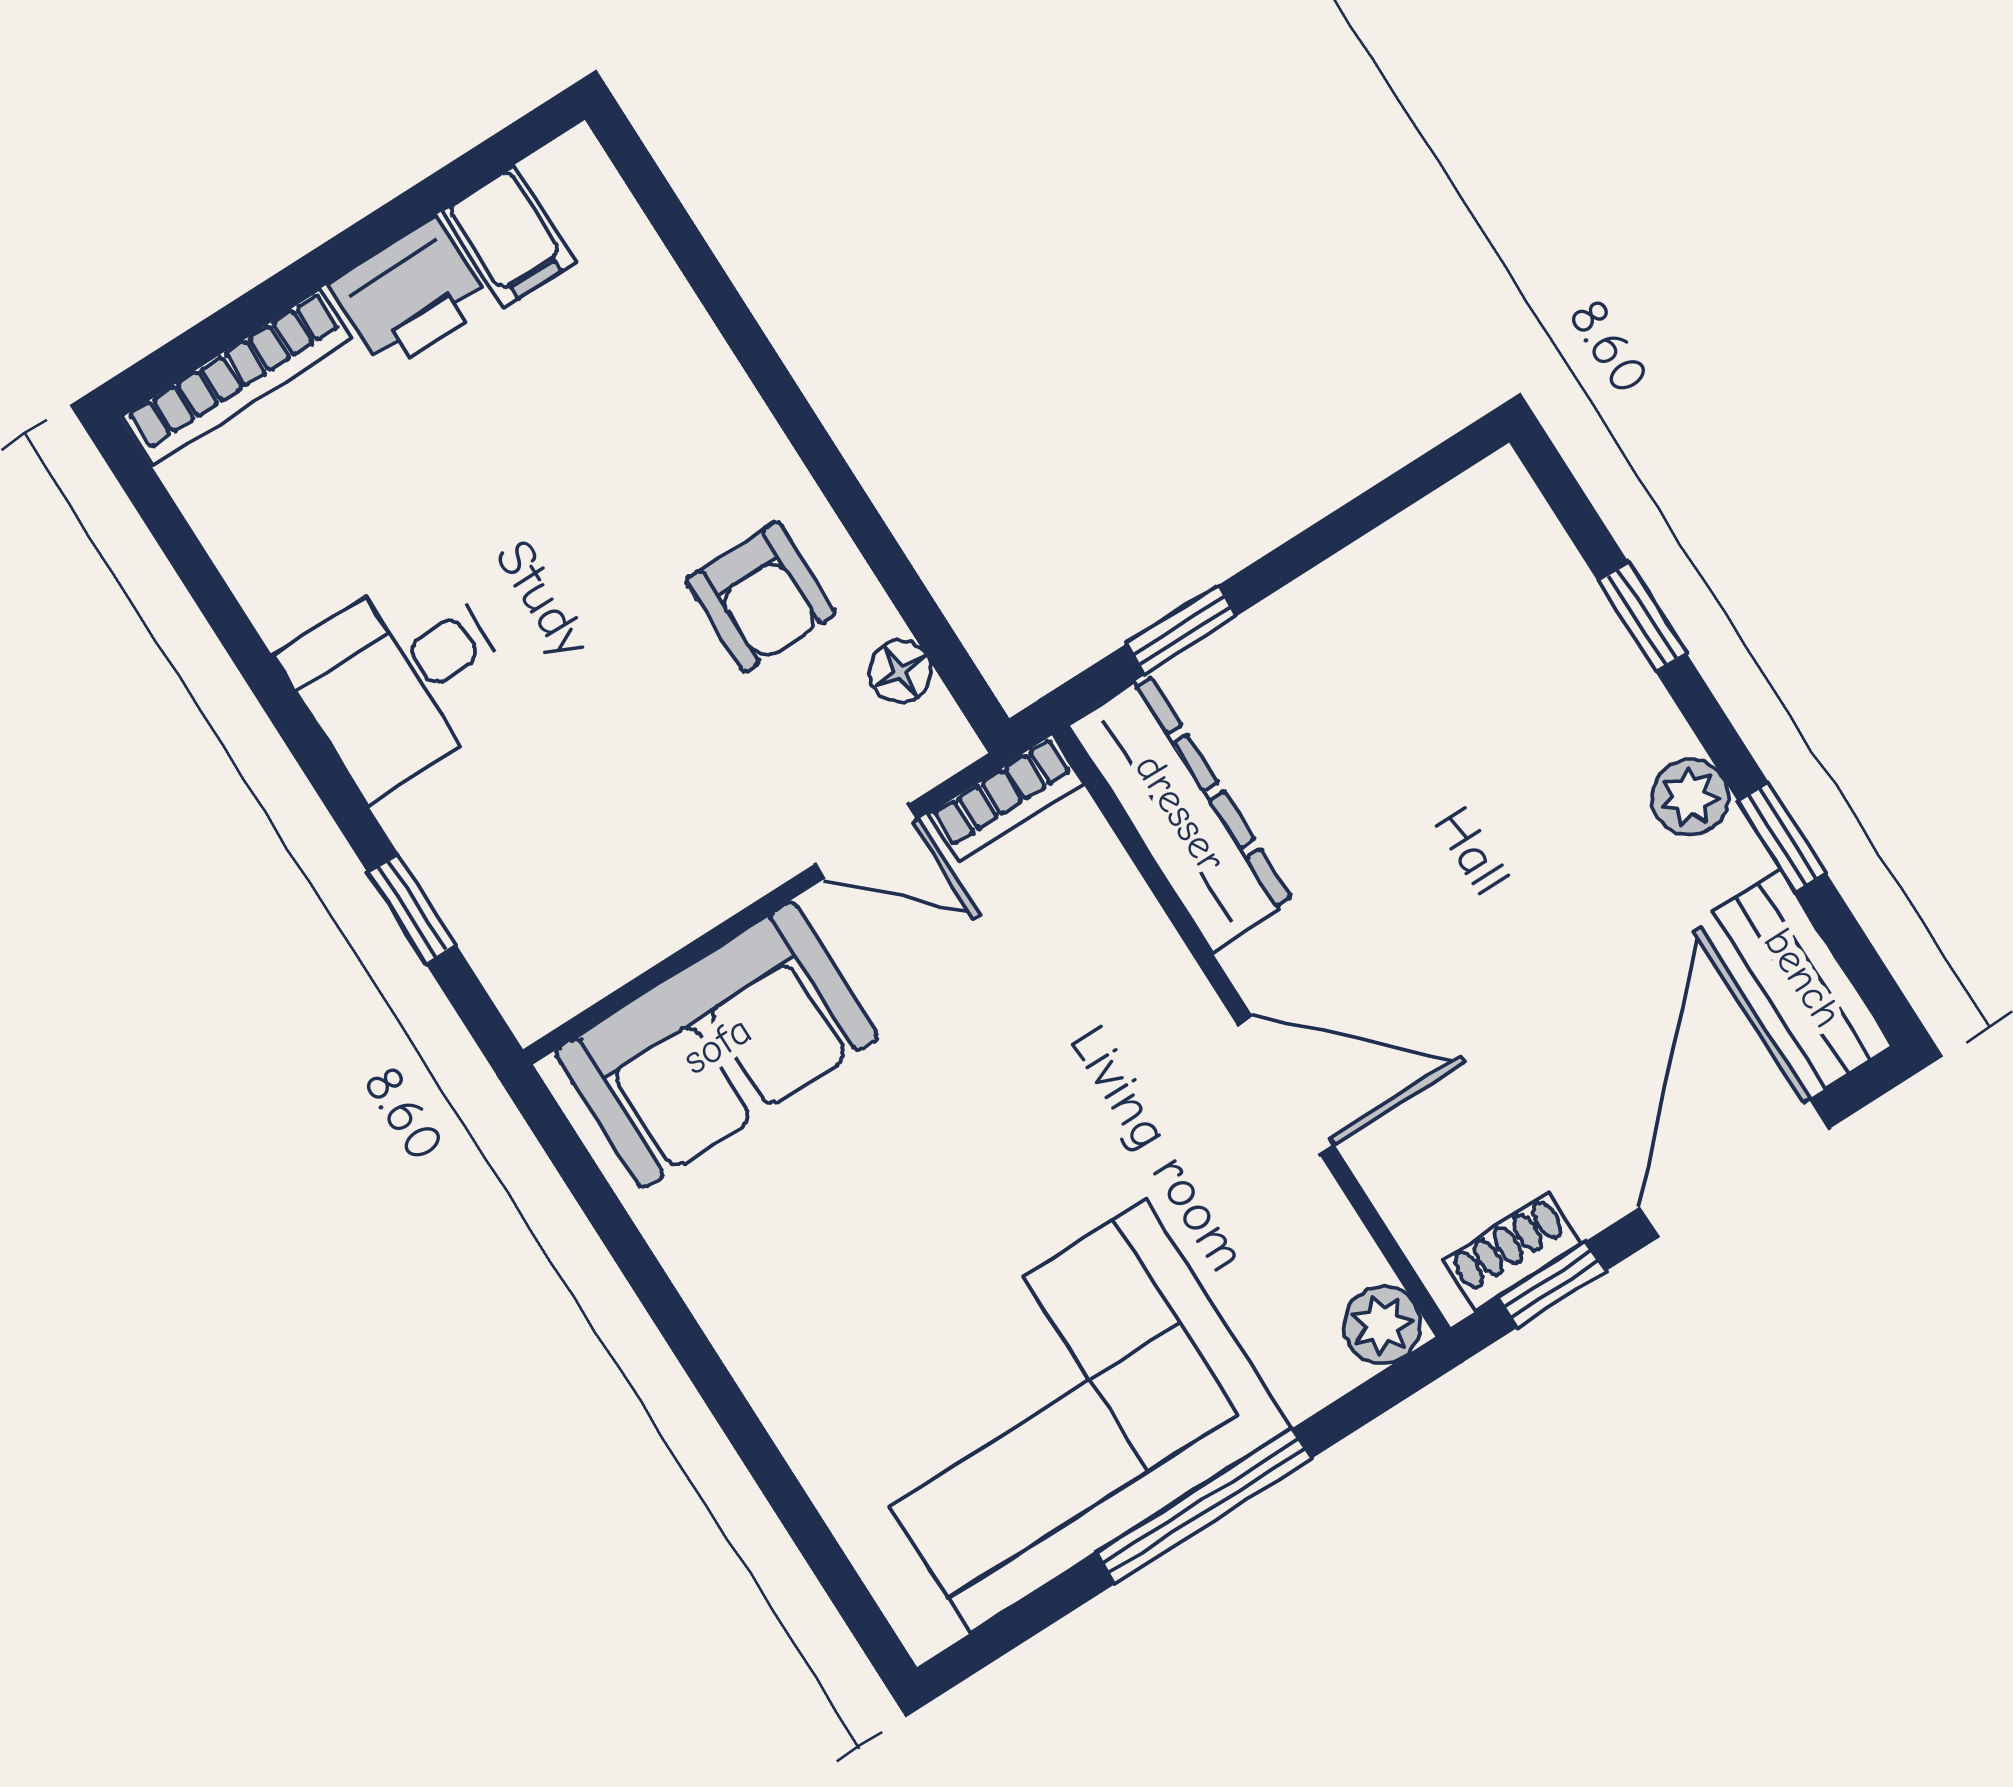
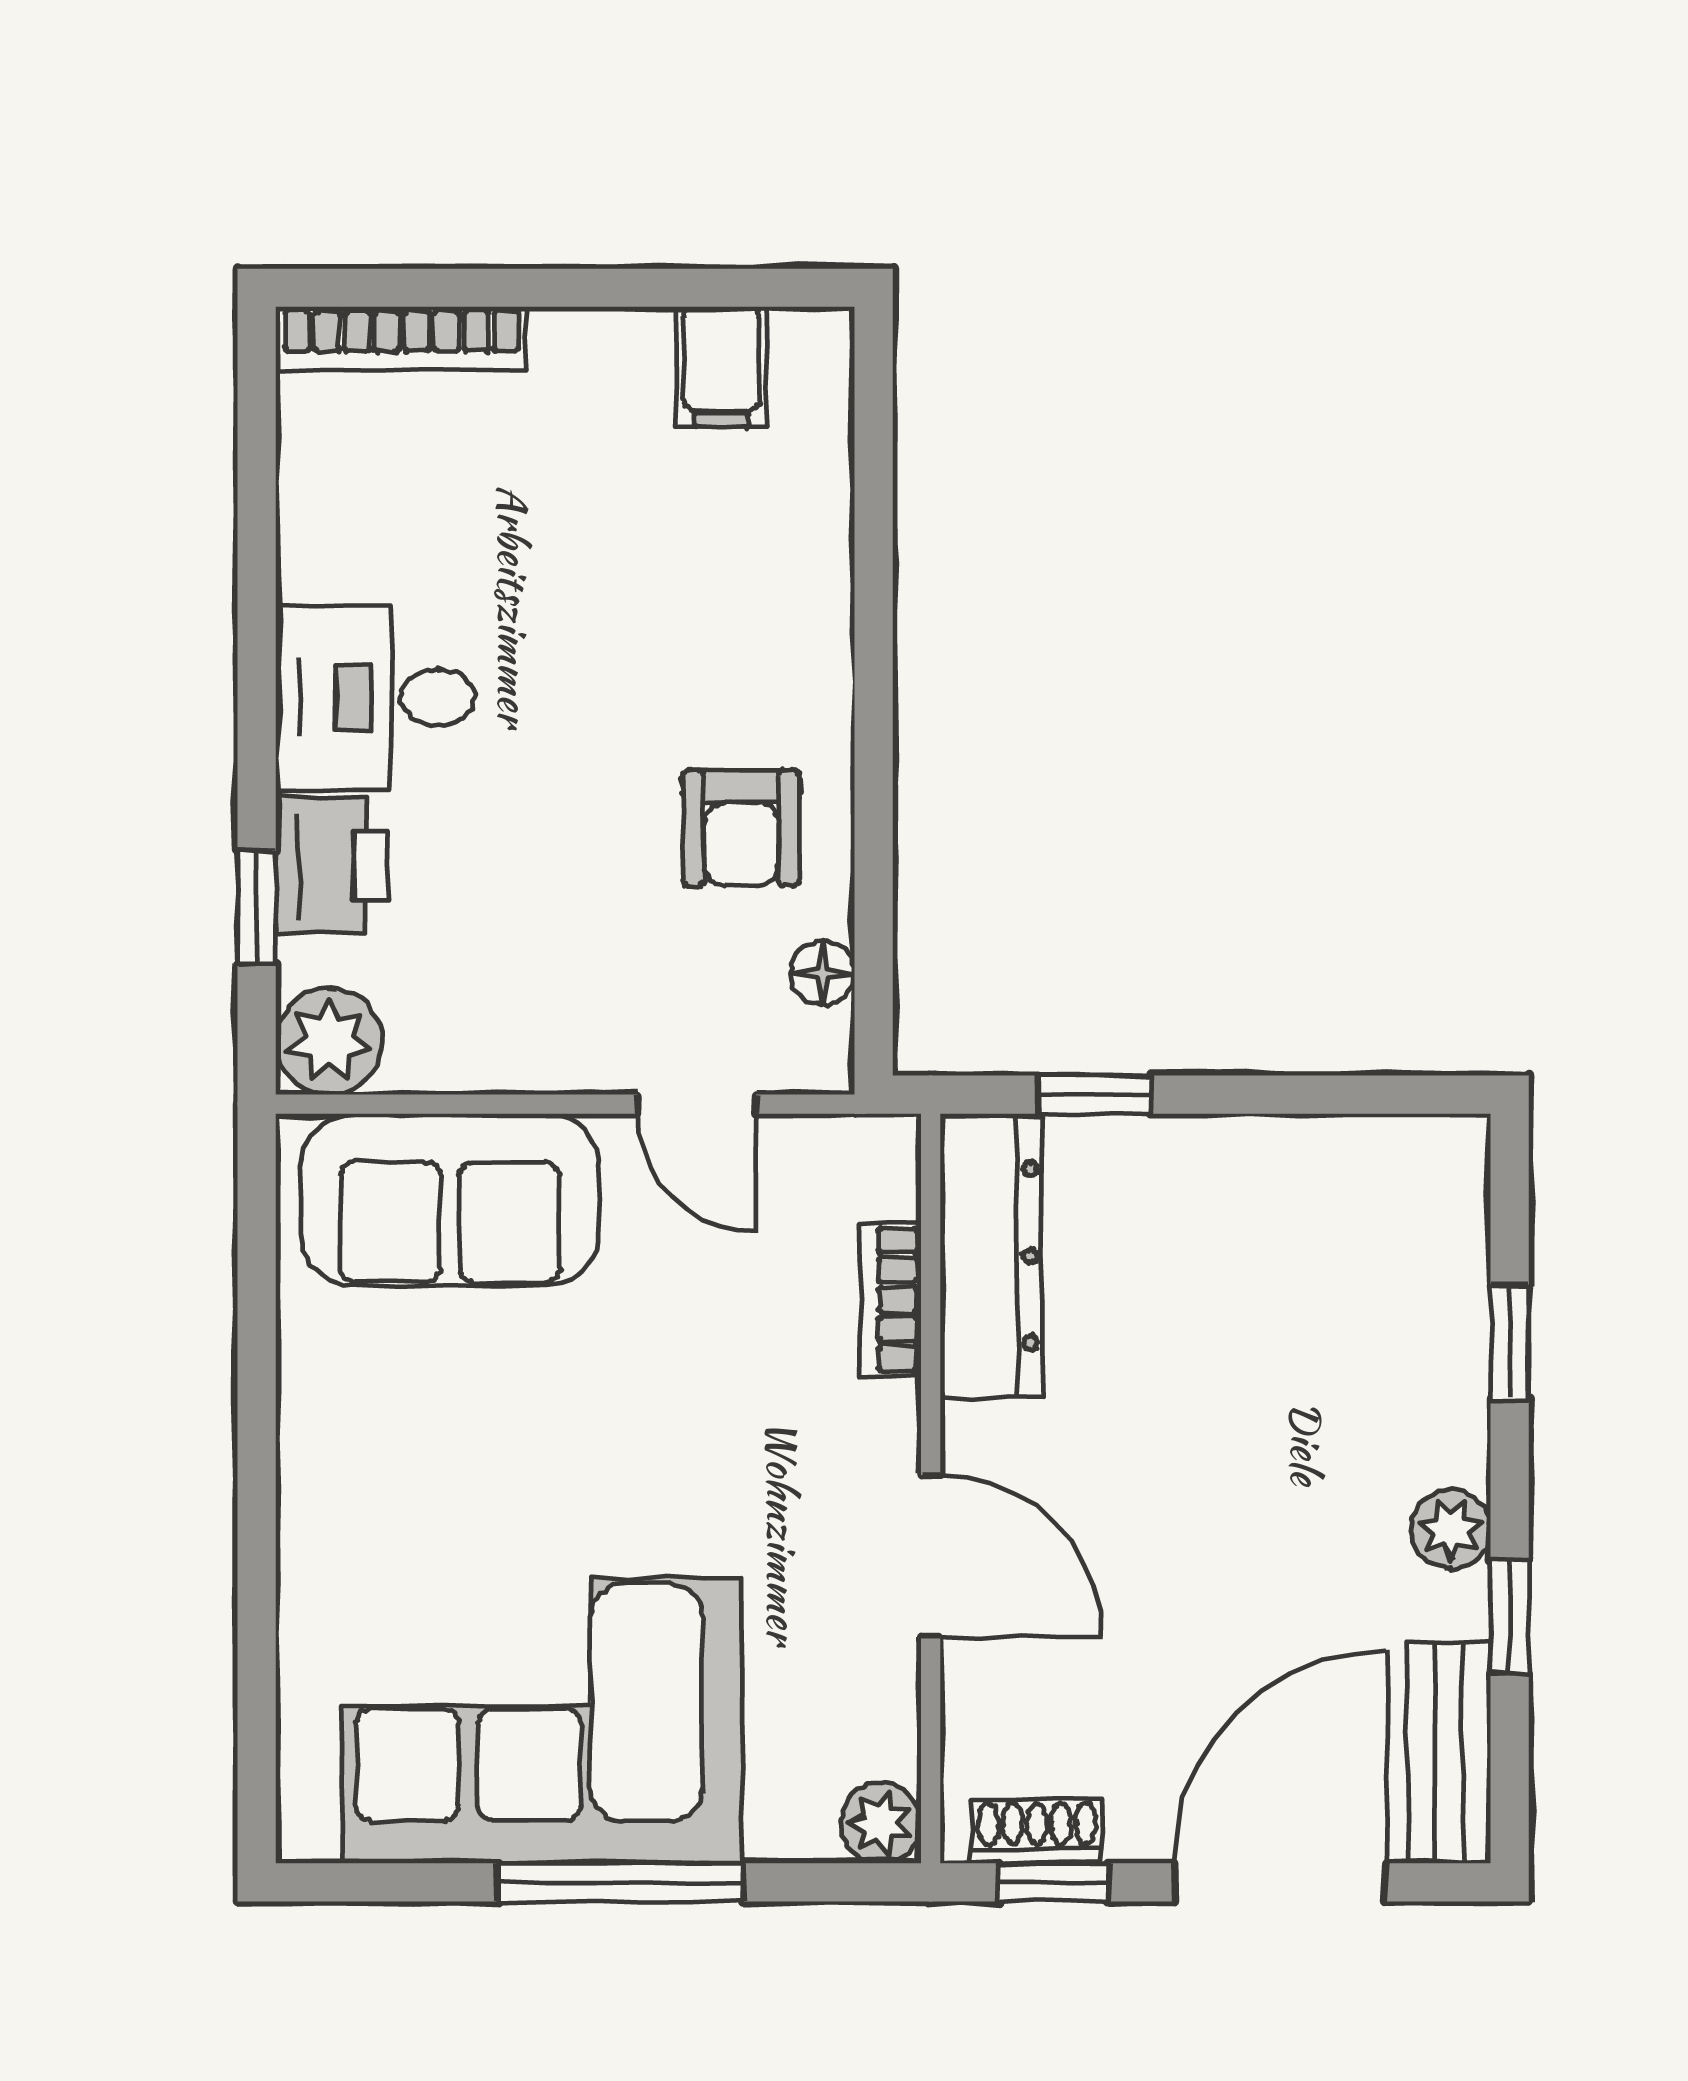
printer: (410, 295) -> (332, 865), moved, turned -90
bookcase: (1005, 798) -> (890, 1299), moved, turned 90
plant: (539, 979) -> (329, 1041), added

